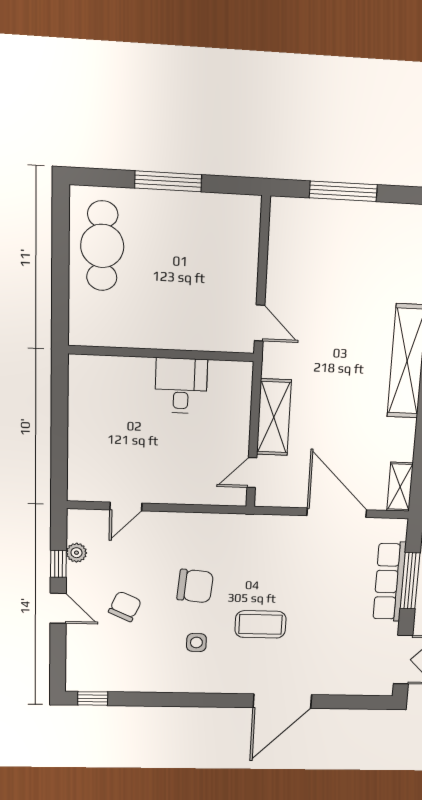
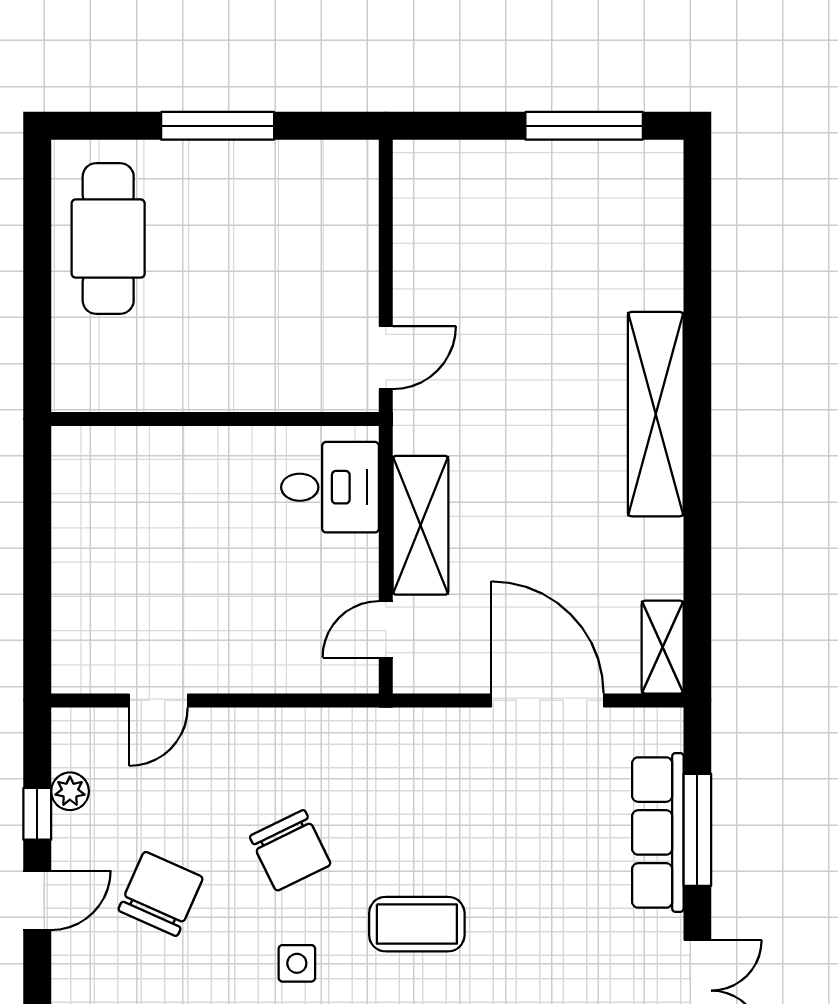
window: (343, 191) -> (584, 126), moved
door: (260, 323) -> (386, 358), hinge flipped
desk: (181, 386) -> (330, 487), moved, turned 90
chair: (195, 586) -> (290, 850), turned 59
chair: (125, 606) -> (161, 894), width x1.37, depth x1.37
door: (58, 608) -> (37, 900), hinge flipped

